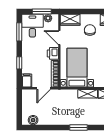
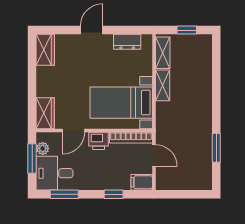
chair: (90, 30) -> (61, 82), removed
boiler: (33, 120) -> (204, 172), removed
window: (79, 127) -> (216, 148), moved

